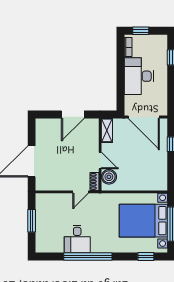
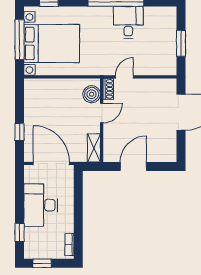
window: (141, 31) -> (42, 263), moved
desk: (139, 76) -> (41, 205), moved, turned 180
door: (100, 161) -> (102, 113), swing flipped

